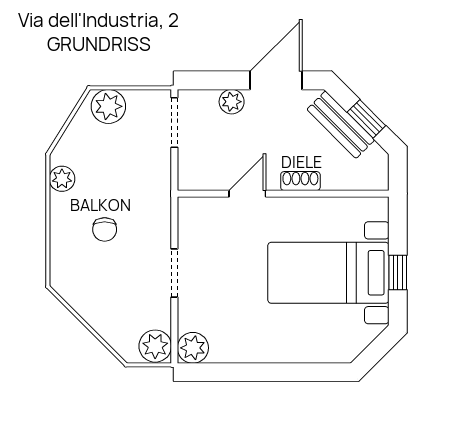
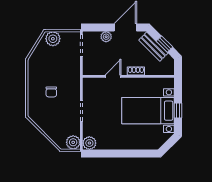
plant: (62, 179) -> (33, 70), removed

